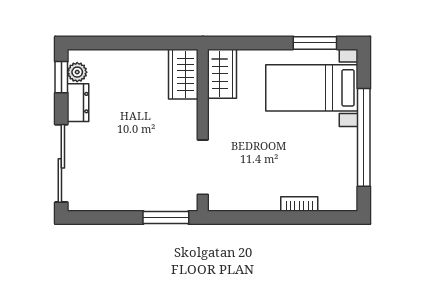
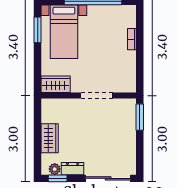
wardrobe: (183, 74) -> (50, 138), moved, turned -90
doorway: (203, 167) -> (97, 96), moved

